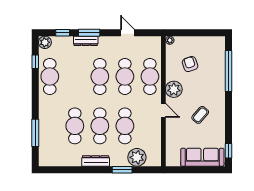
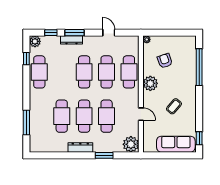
door: (163, 110) -> (141, 114), moved
plant: (137, 157) -> (131, 144), moved

